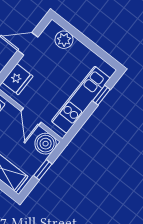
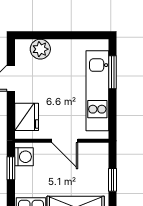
window: (101, 95) -> (113, 72), width x1.50
boiler: (46, 144) -> (97, 155), removed

